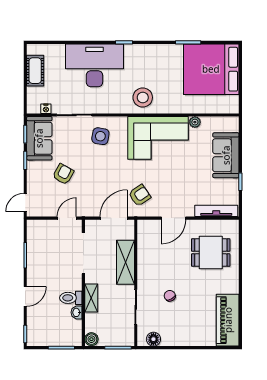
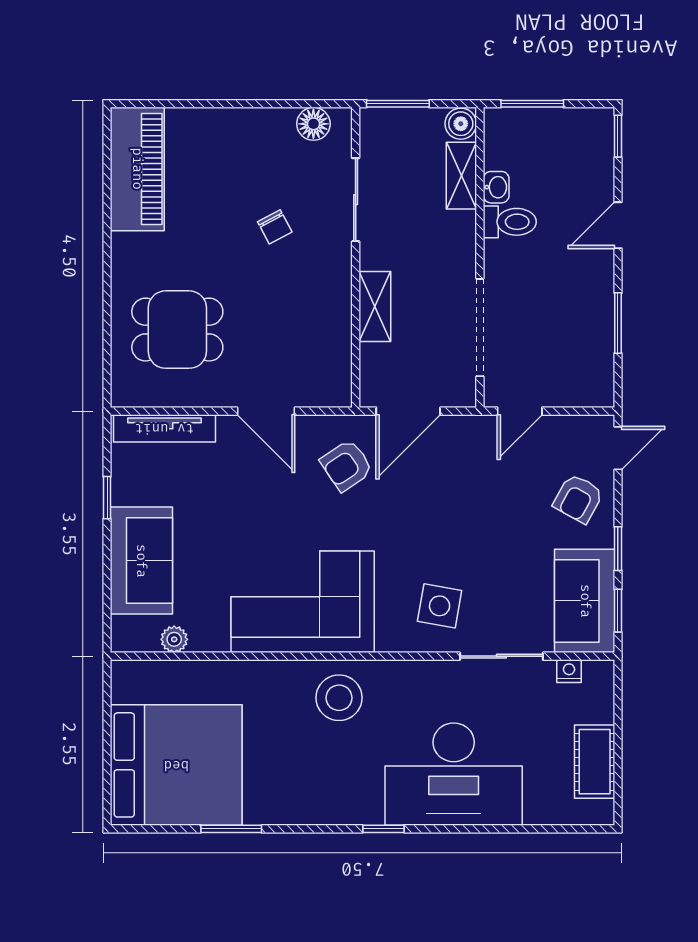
plant: (195, 122) -> (174, 639), moved
armchair: (63, 174) -> (578, 499), moved
door: (173, 218) -> (266, 411), swing flipped
shelving: (125, 262) -> (375, 306), width x0.67, depth x0.75
shelving: (91, 298) -> (461, 176), moved

